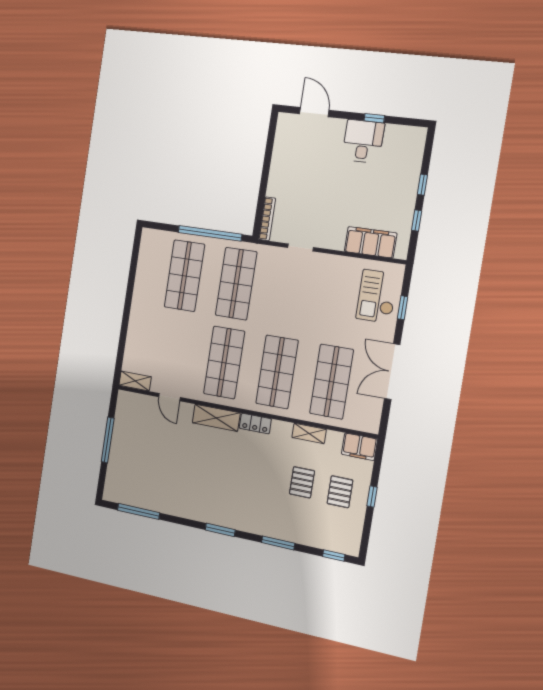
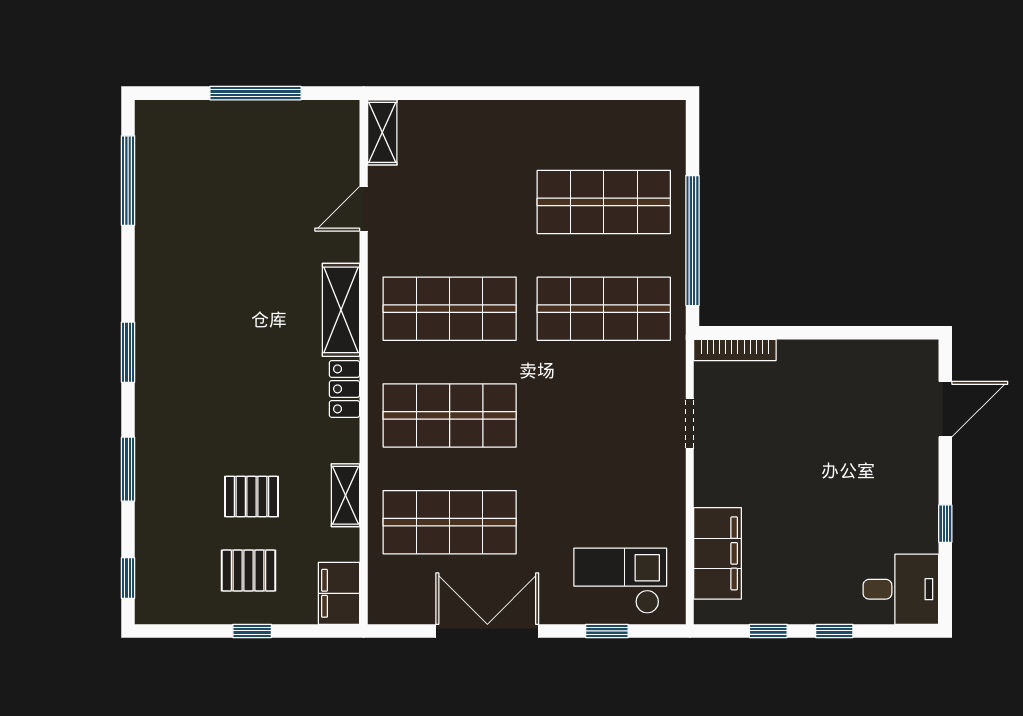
desk: (363, 141) -> (901, 589), moved

